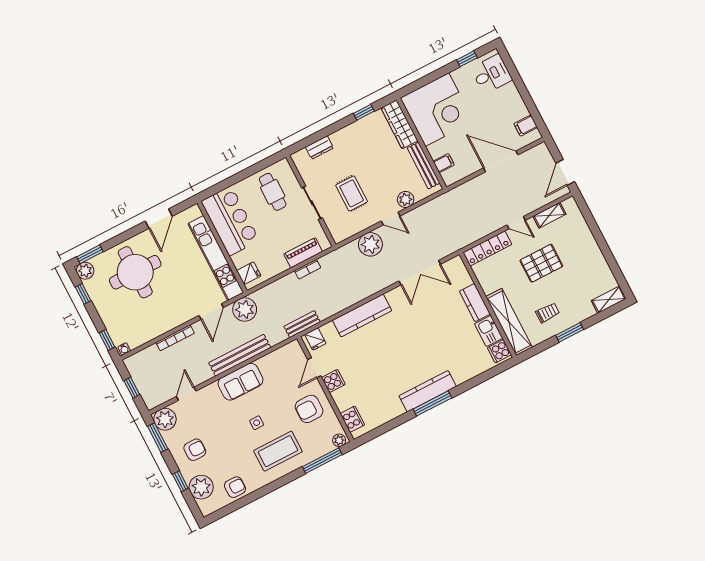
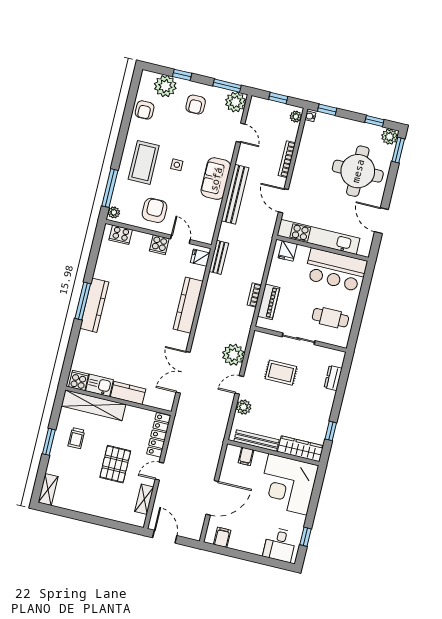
plant: (245, 310) -> (296, 117), moved, width x0.53, depth x0.53

